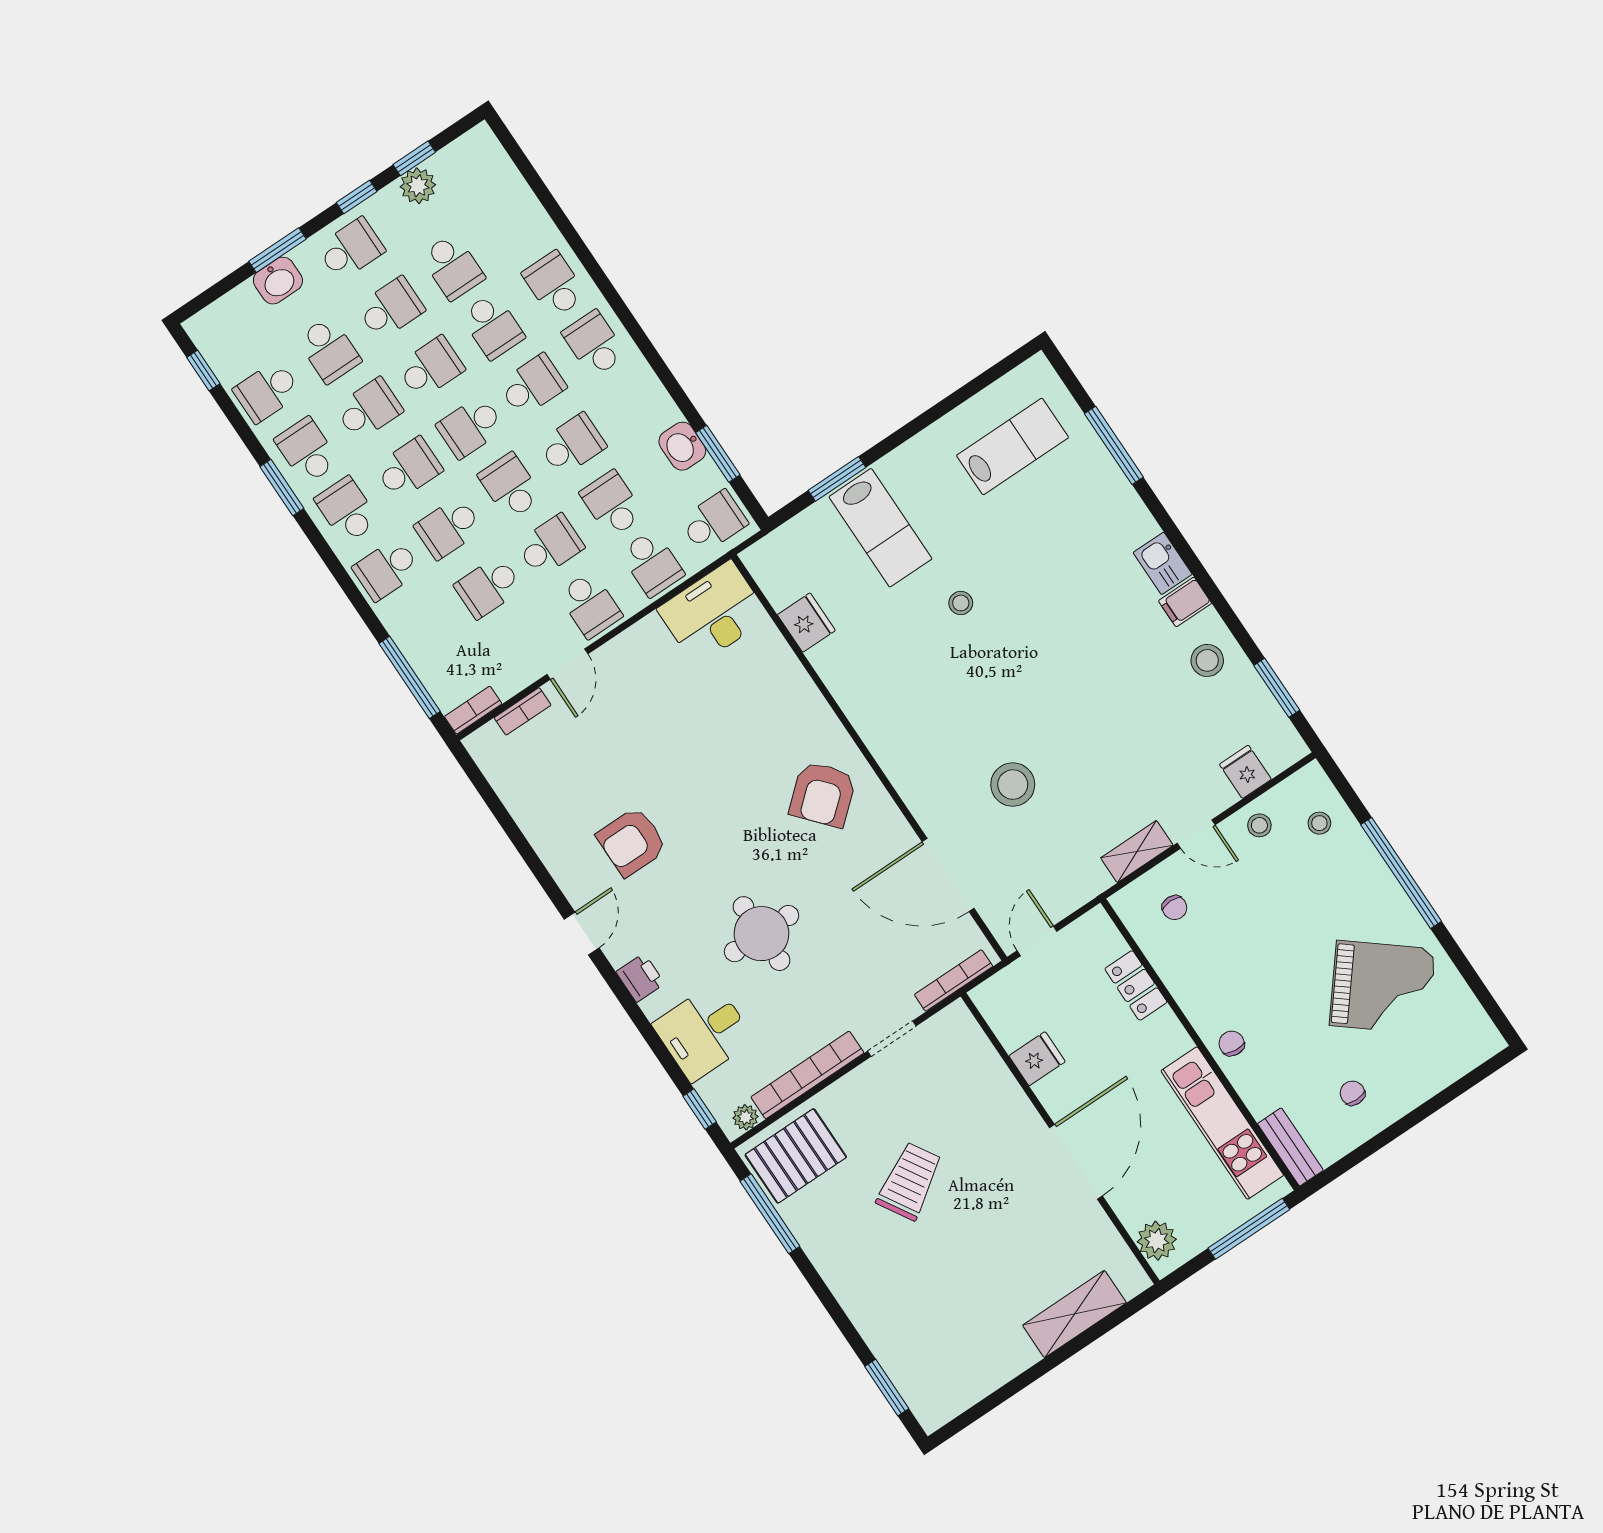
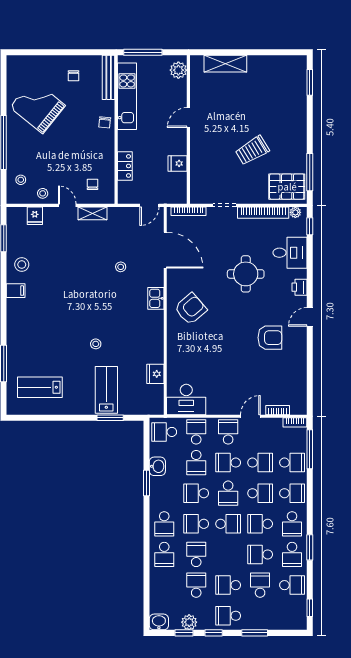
washbasin: (278, 281) -> (159, 622), moved
school desk: (431, 368) -> (292, 463), moved, turned 180
window: (718, 454) -> (147, 483), moved
kitchen sink: (1163, 563) -> (156, 298), moved, turned 180
stool: (1013, 785) -> (121, 267), width x0.53, depth x0.53
bench: (1290, 1147) -> (109, 77), width x1.36
door: (1076, 1162) -> (188, 117), width x0.53

